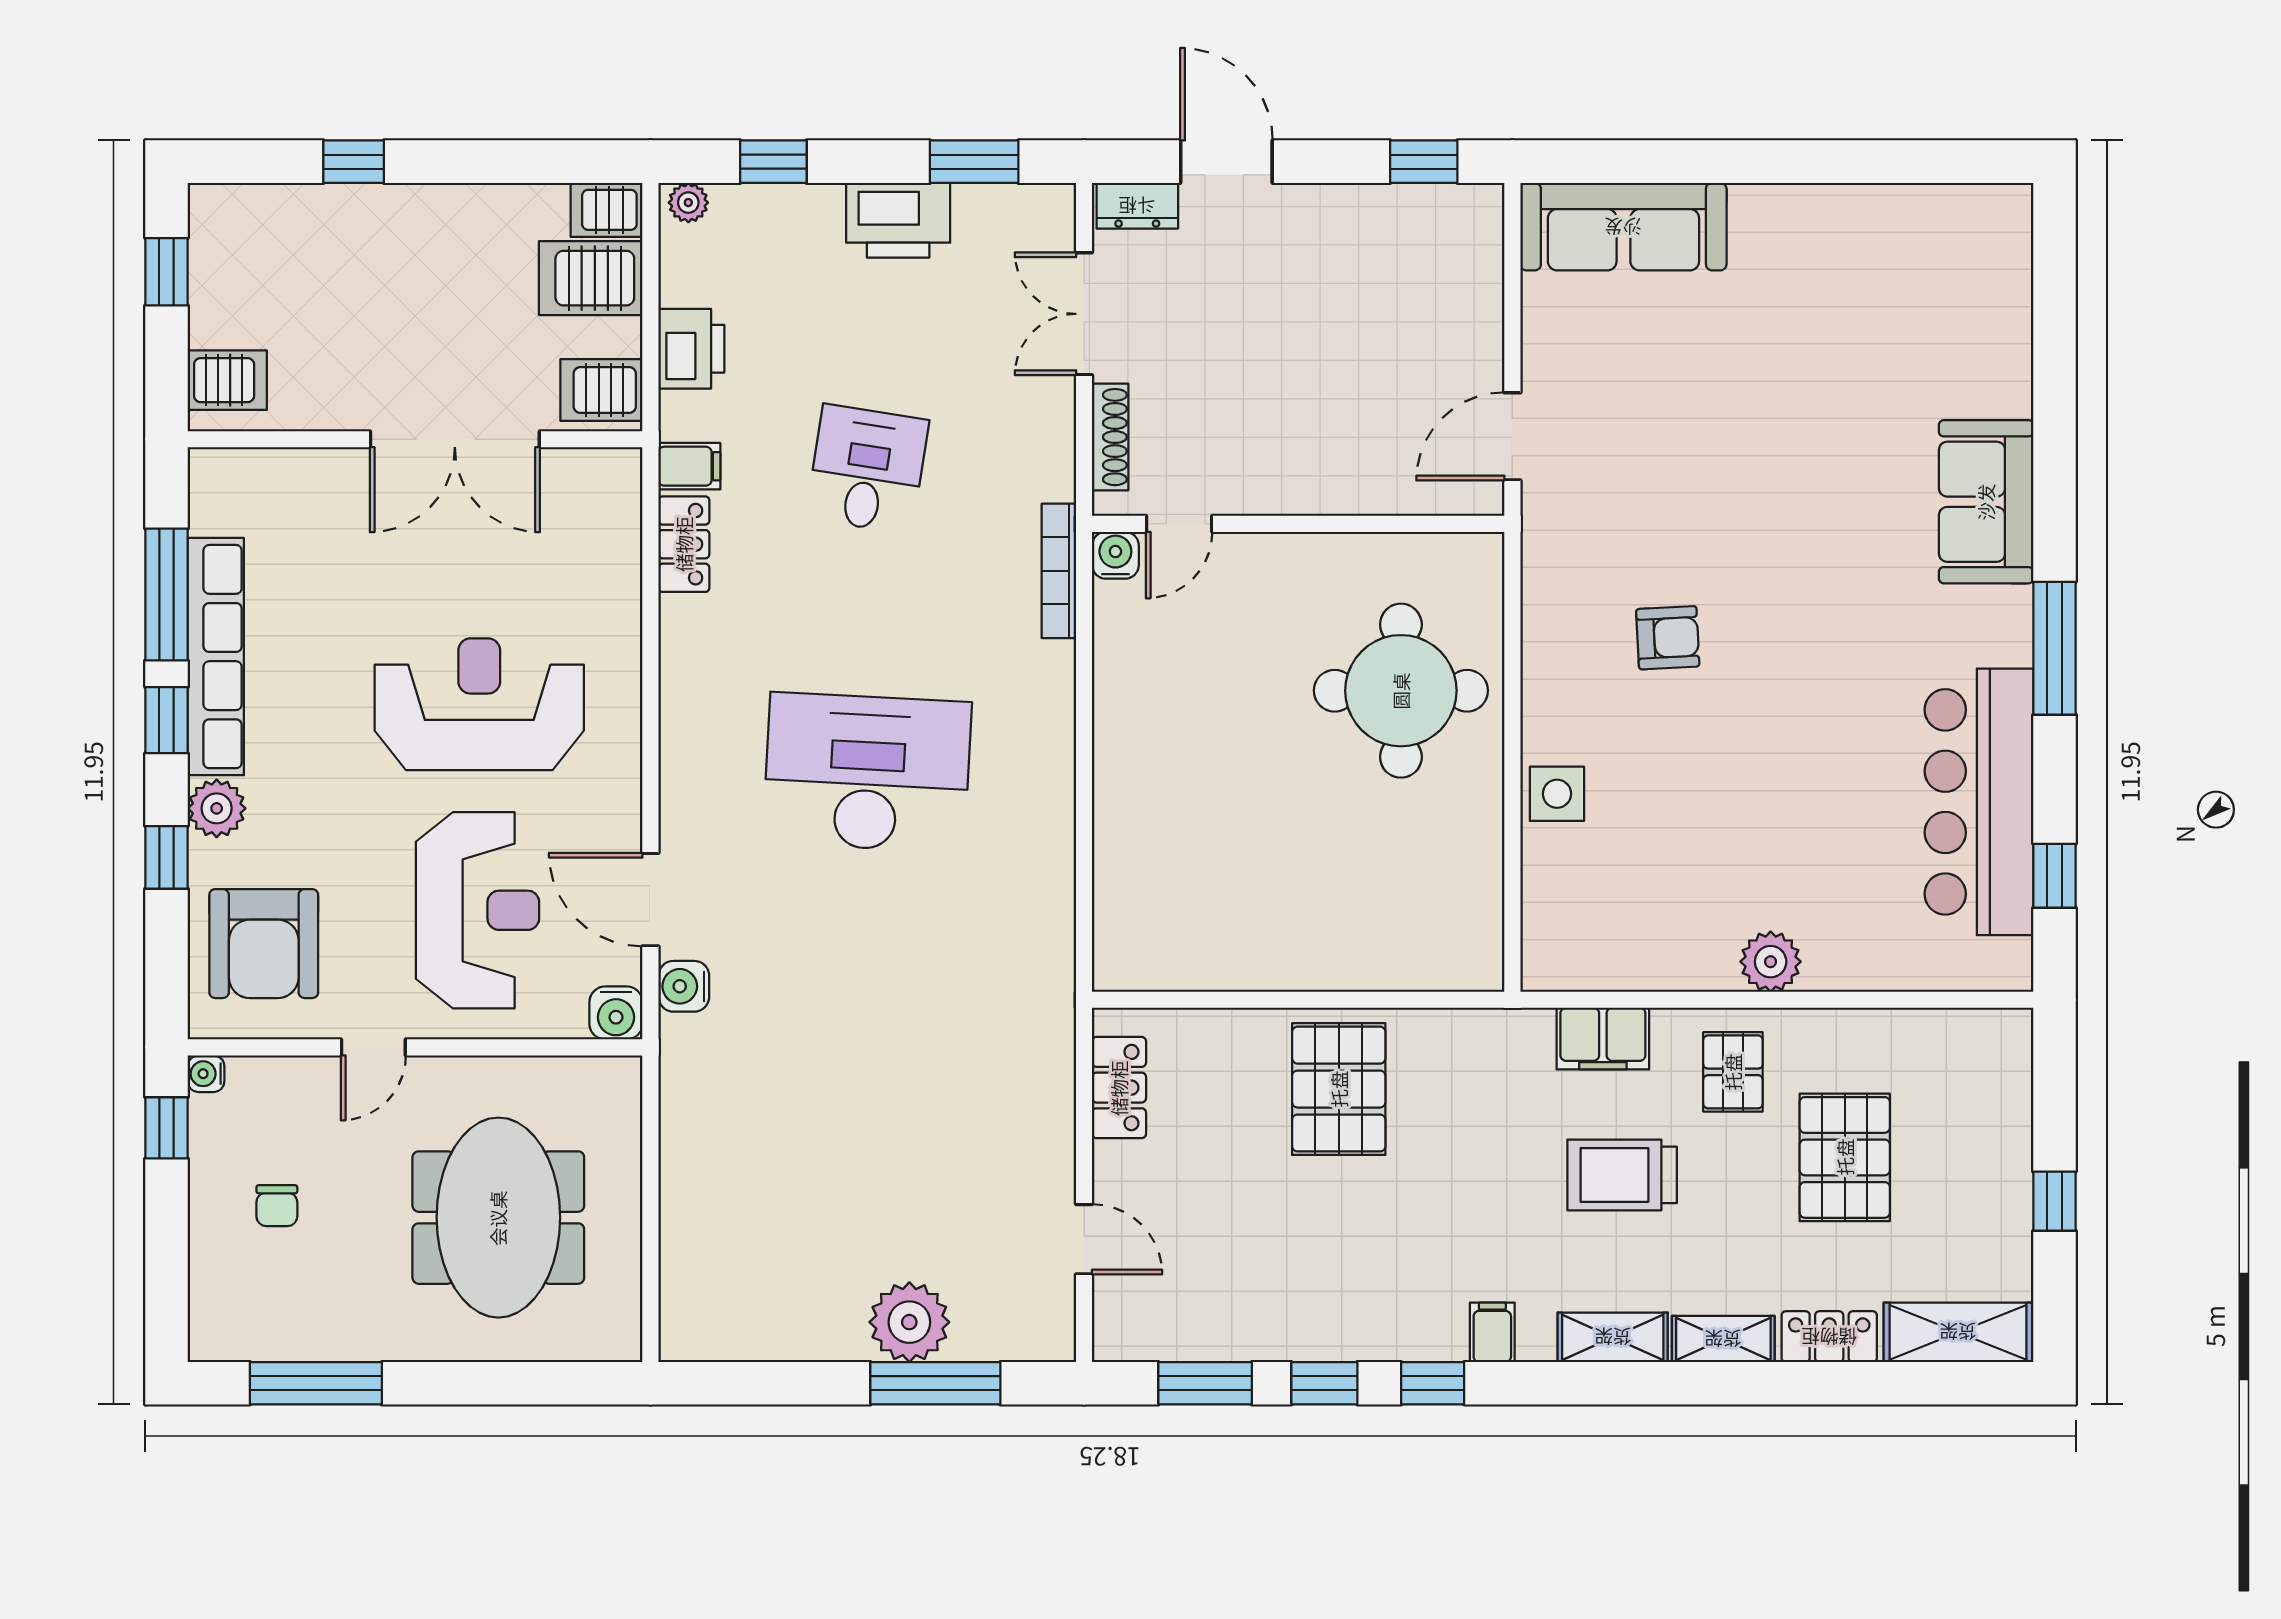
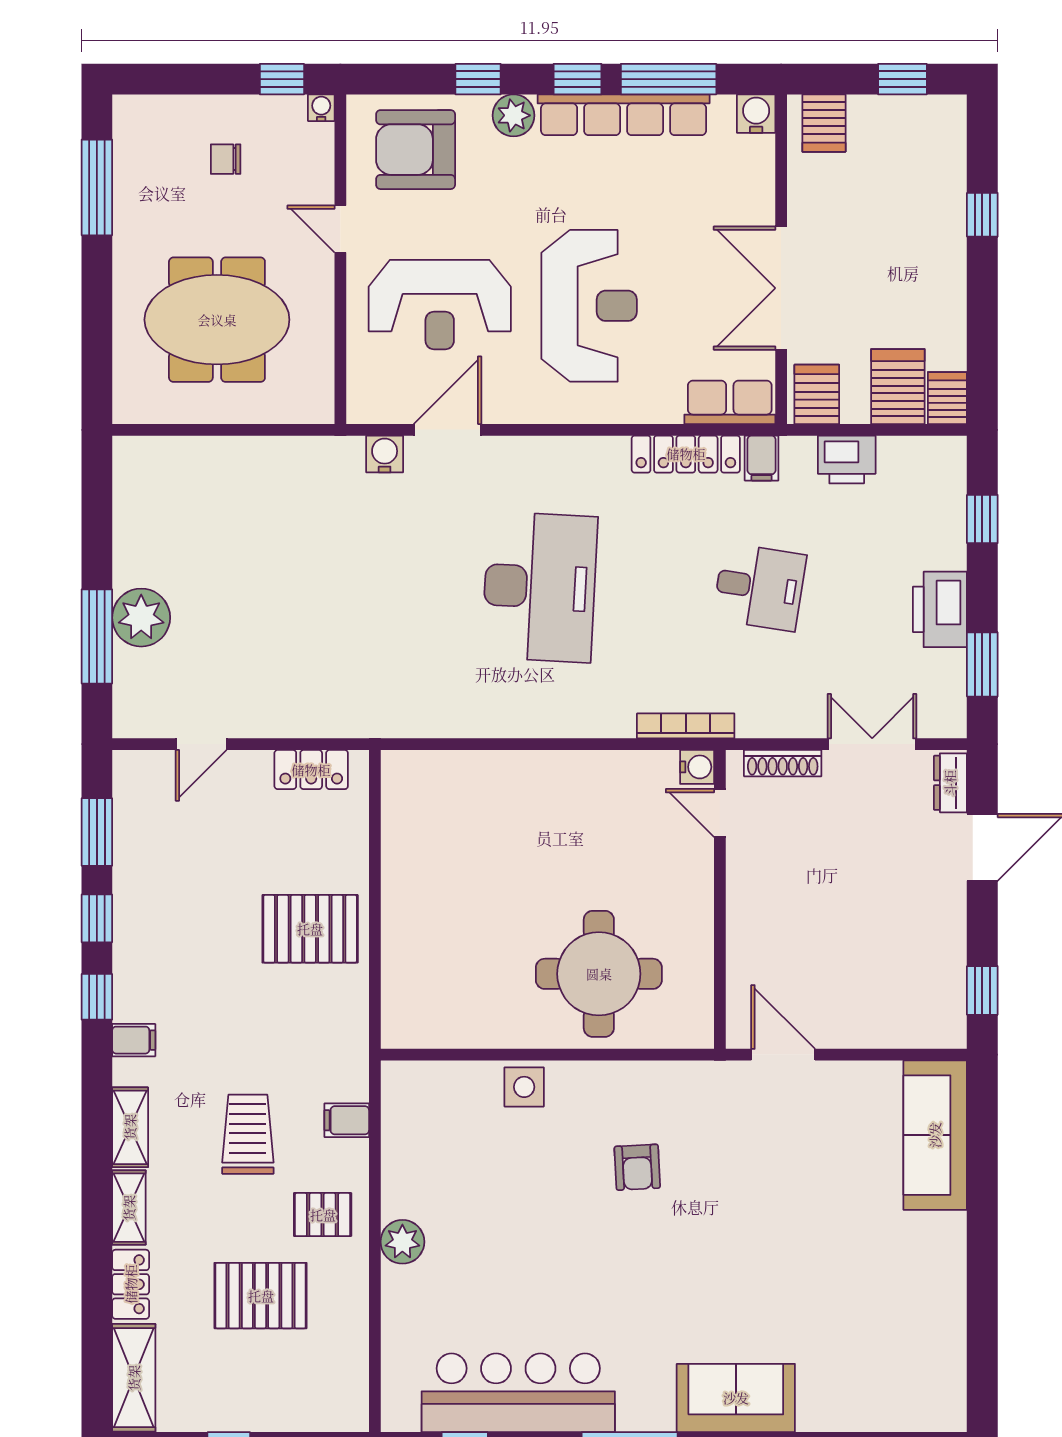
plant: (688, 203) -> (953, 457), removed
row of seats: (612, 510) -> (730, 402), added
locker: (684, 544) -> (686, 454), width x1.53
water cooler: (616, 1013) -> (756, 114), moved, turned 90
filing cabinet: (1603, 1039) -> (347, 1120), width x0.50

